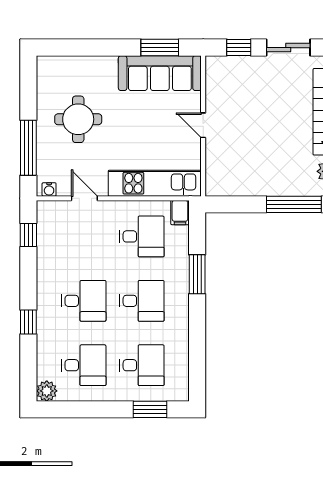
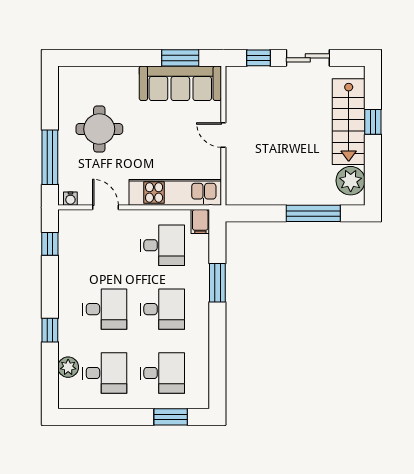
plant: (47, 391) -> (68, 367), moved

